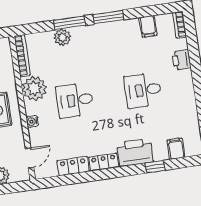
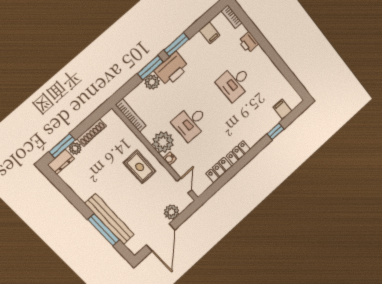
plant: (34, 88) -> (163, 142), moved
printer: (135, 152) -> (172, 69), moved, turned 180

